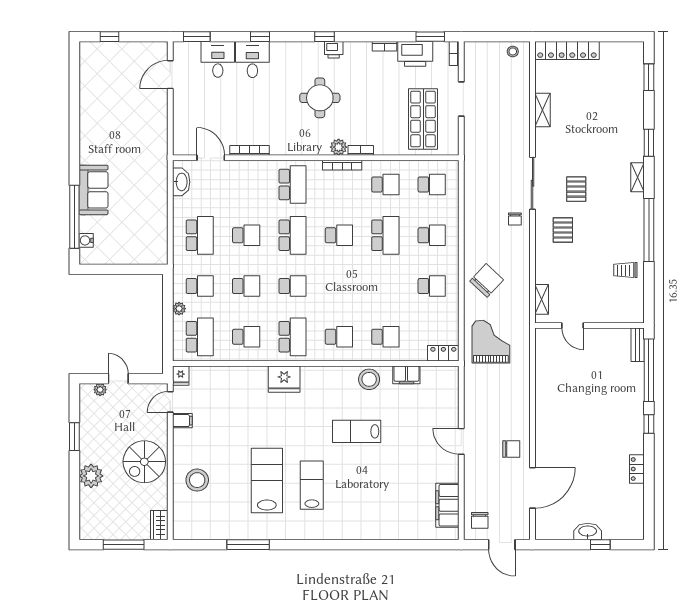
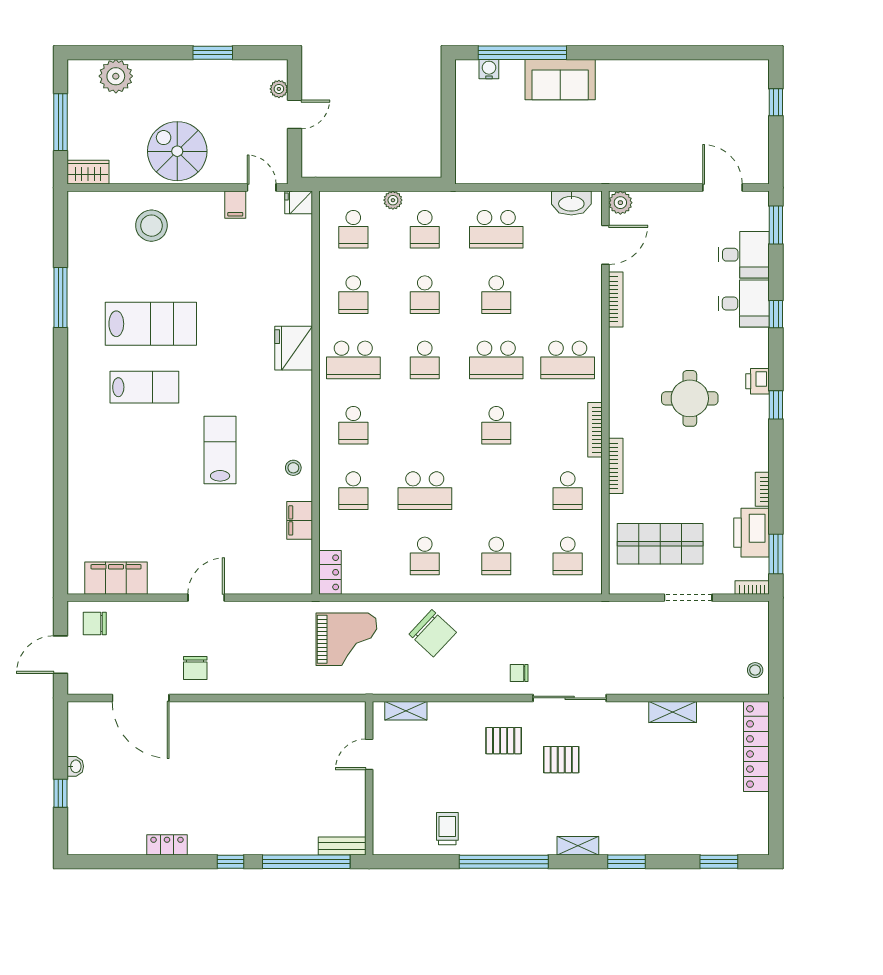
printer: (334, 50) -> (758, 381), moved
plant: (339, 147) -> (620, 203), moved
bookcase: (361, 150) -> (616, 466), width x1.56
school desk: (385, 235) -> (425, 491), moved
school desk: (200, 337) -> (353, 229), width x0.54
stool: (369, 379) -> (293, 468), width x0.53, depth x0.53
plant: (91, 476) -> (116, 76), moved
washbasin: (588, 532) -> (75, 766), width x0.52, depth x0.69

